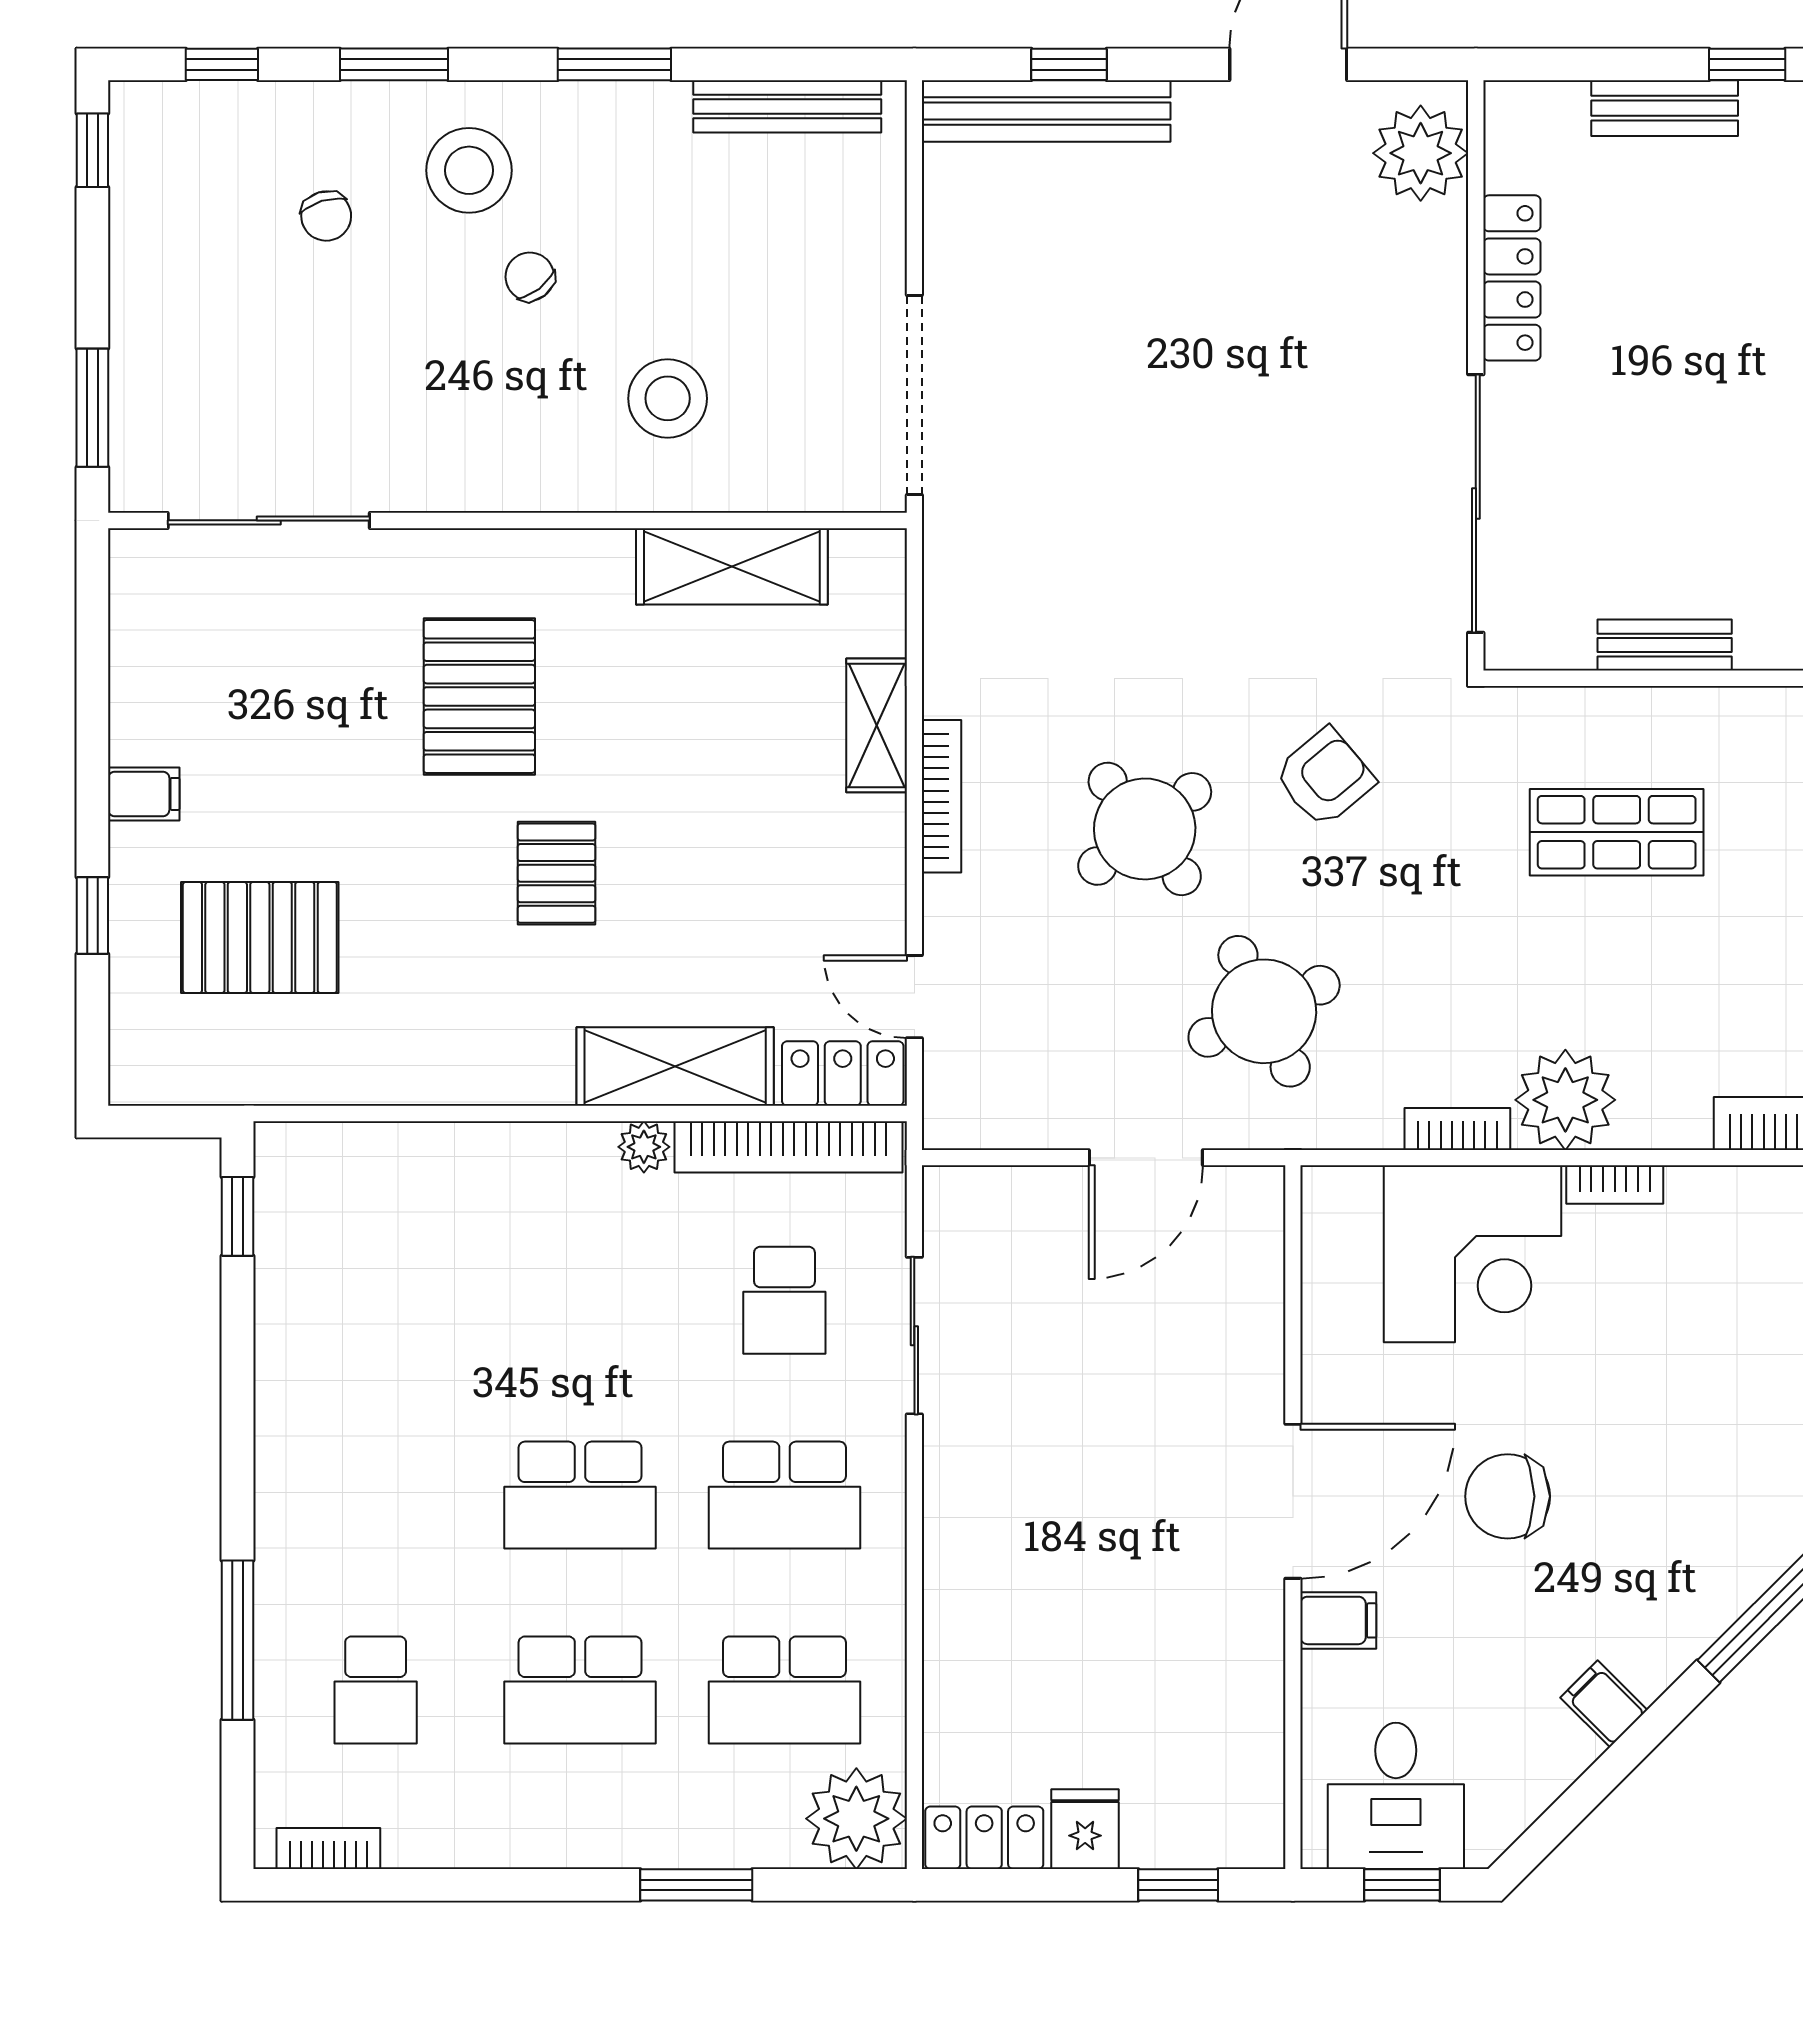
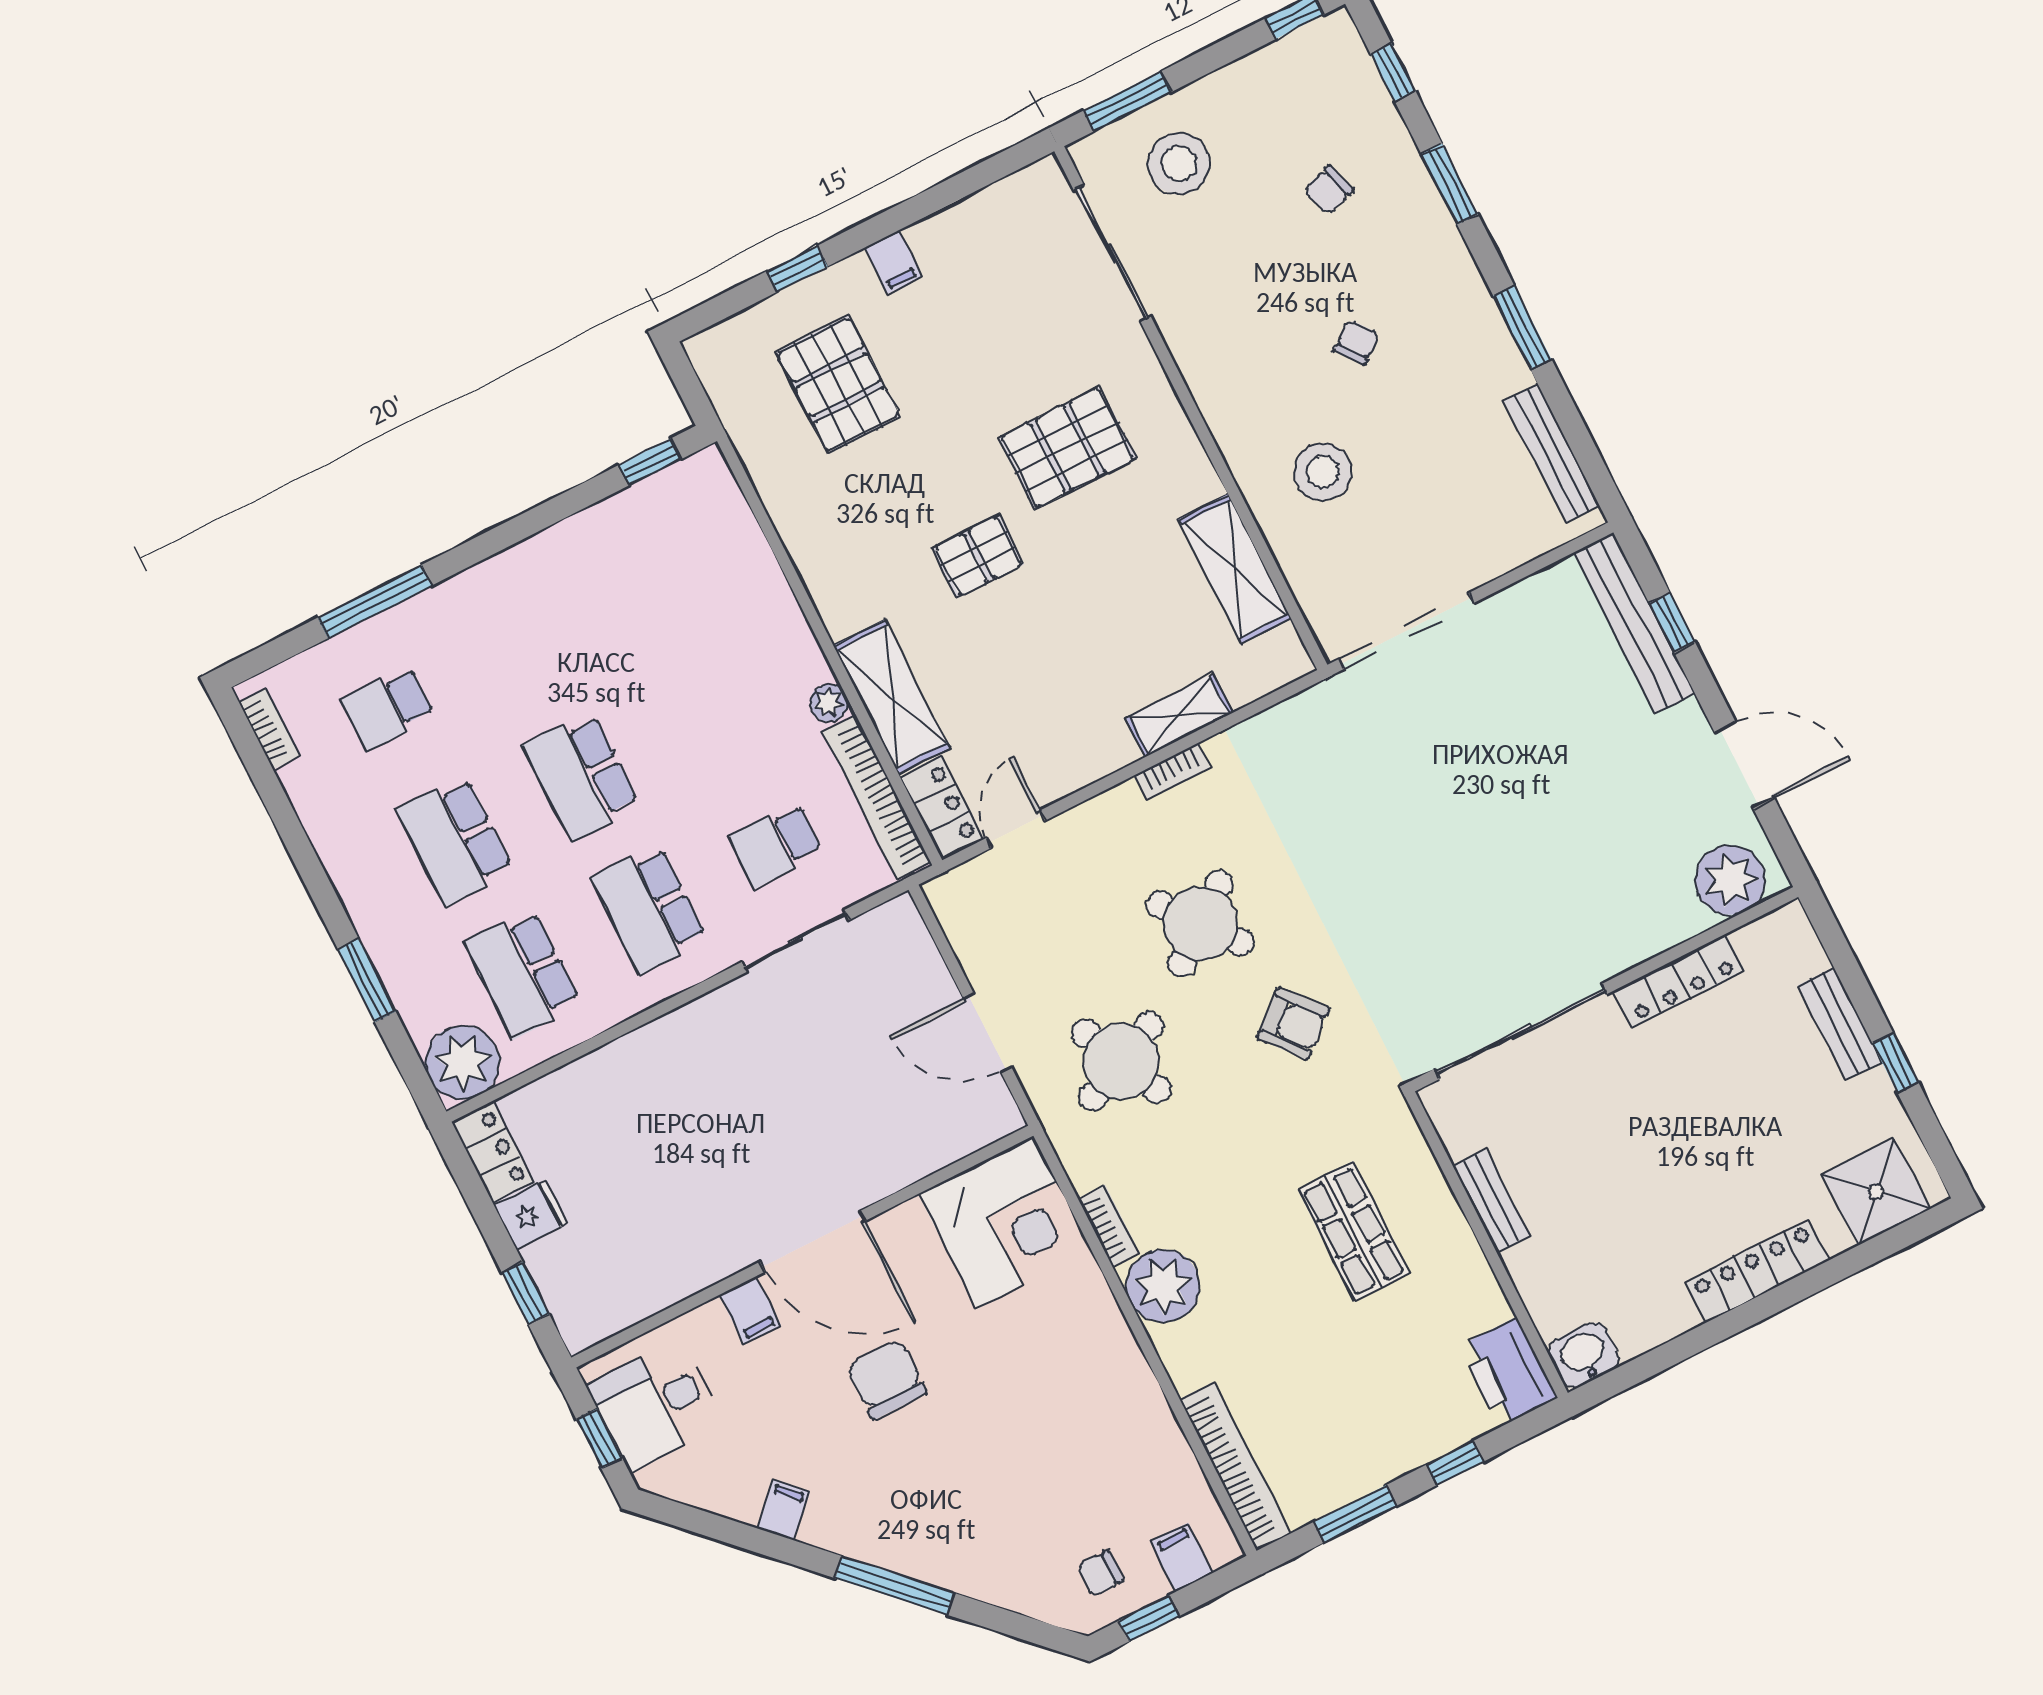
stool: (469, 170) -> (1179, 164), moved
bookcase: (941, 796) -> (1173, 772), width x0.64
bookcase: (1615, 1185) -> (1124, 1346), removed
corner desk: (1473, 1254) -> (1005, 1222), moved, turned -90

